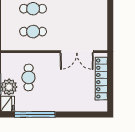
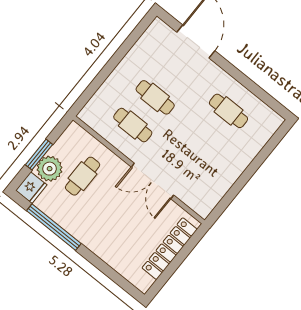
double door: (77, 52) -> (152, 181), moved

